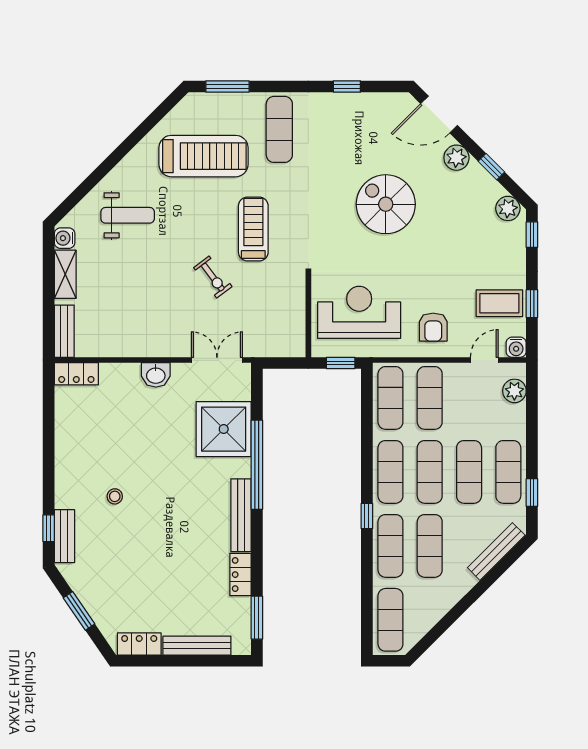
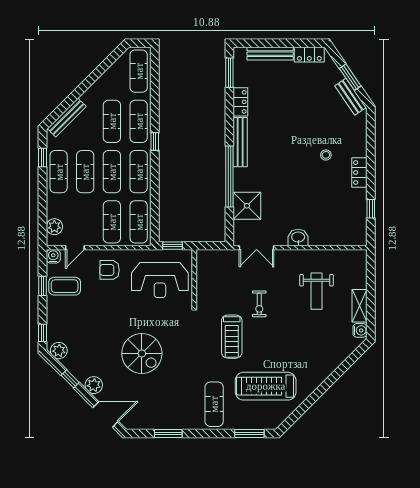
window: (347, 87) -> (168, 433), width x1.50
weight bench: (128, 215) -> (316, 291), moved, turned -90
exercise bike: (213, 277) -> (259, 304), turned -143
armchair: (433, 327) -> (110, 270), turned -90
bench: (64, 331) -> (360, 267), removed
locker: (76, 374) -> (359, 173), moved, turned -90
shower: (224, 429) -> (247, 206), width x0.73, depth x0.73
window: (49, 528) -> (371, 209), moved
bench: (64, 536) -> (350, 97), moved, turned -34

